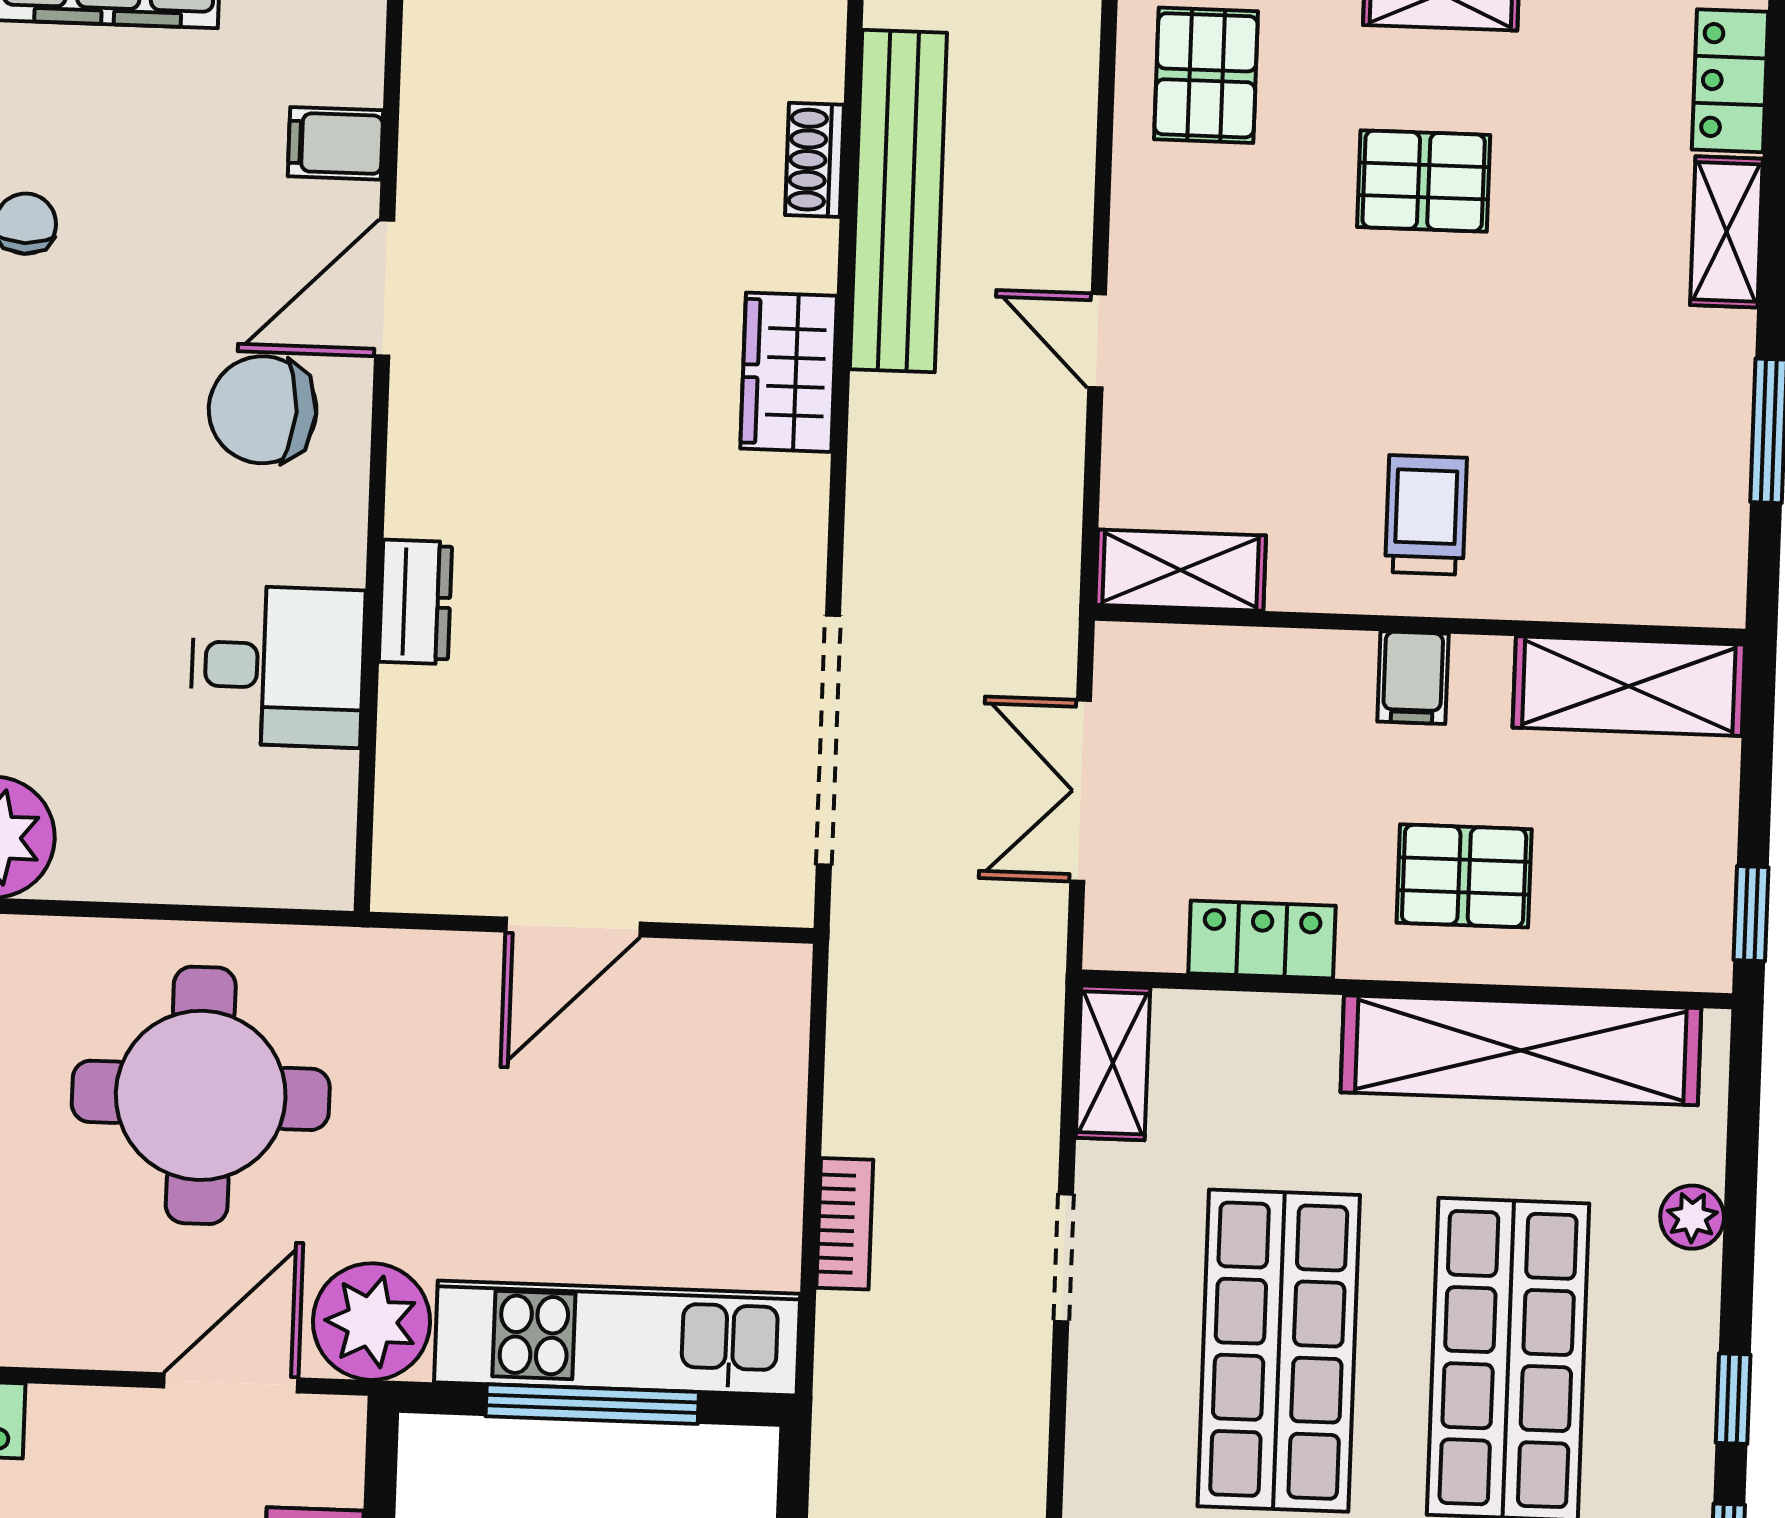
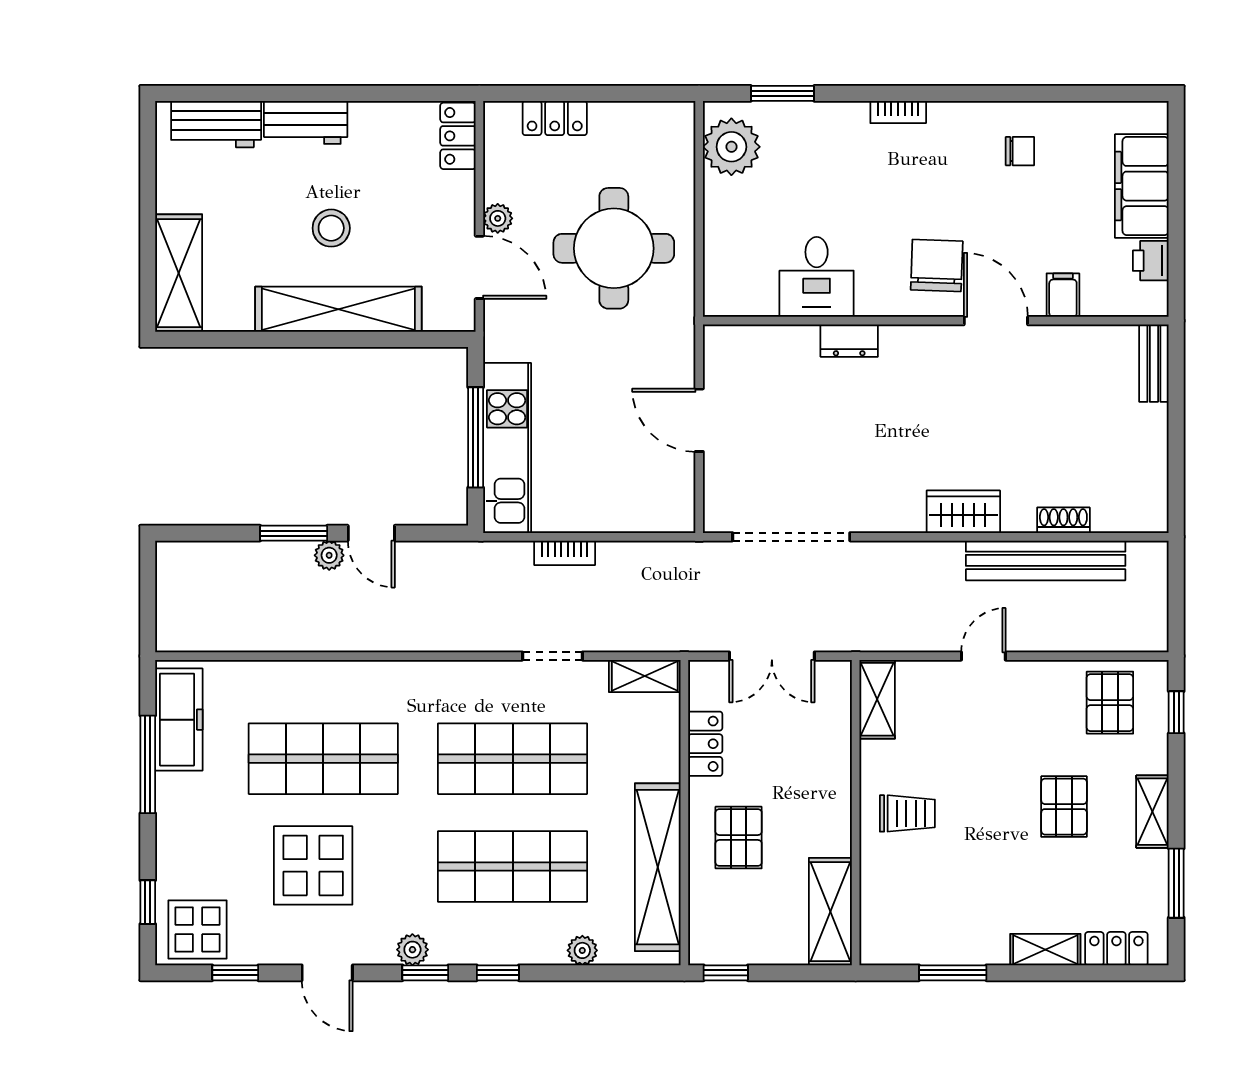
pallet: (1206, 75) -> (1110, 703), turned 90
filing cabinet: (1413, 678) -> (831, 810), removed
double door: (1081, 791) -> (772, 656), swing flipped
plant: (372, 1322) -> (498, 218), moved, width x0.53, depth x0.53

